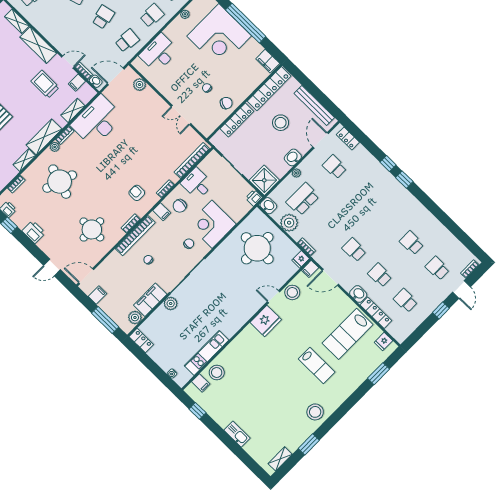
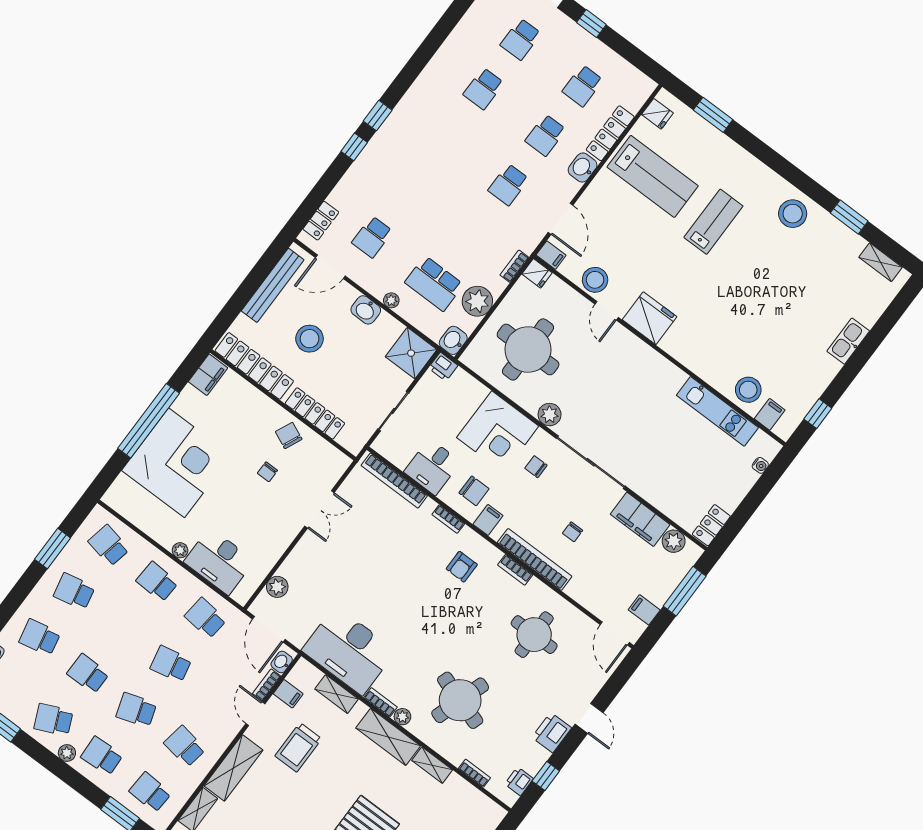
plant: (185, 14) -> (180, 550), moved
school desk: (55, 19) -> (185, 746), added
door: (52, 268) -> (589, 718), moved
plant: (171, 304) -> (550, 415), moved

